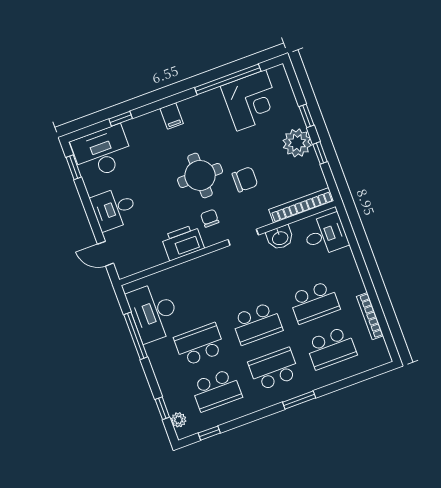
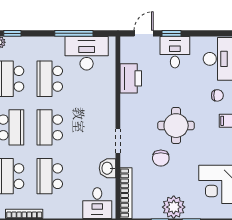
window: (74, 167) -> (172, 33), moved
chair: (210, 218) -> (217, 95), moved
printer: (183, 242) -> (131, 78), moved
school desk: (200, 345) -> (50, 79), turned 180

